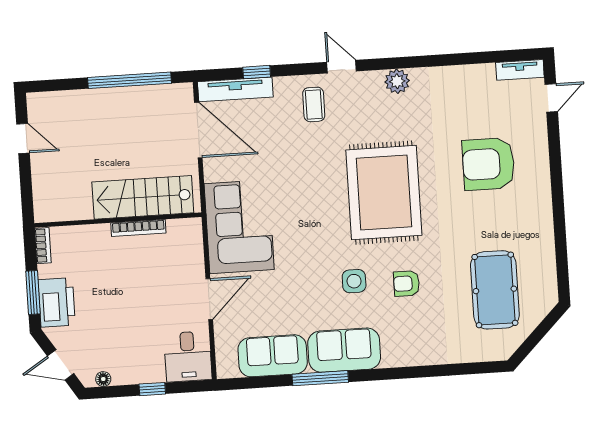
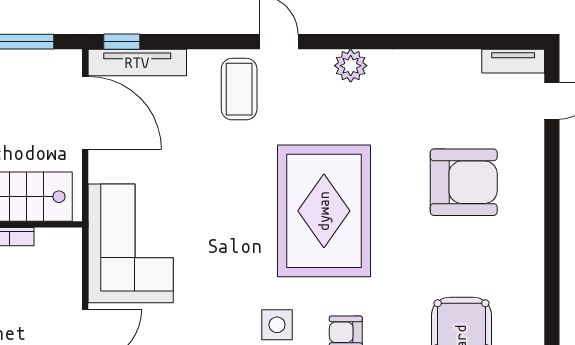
window: (257, 72) -> (122, 42), moved
coffee table: (314, 104) -> (239, 89), width x1.36, depth x1.30
armchair: (488, 164) -> (464, 182), turned 180

